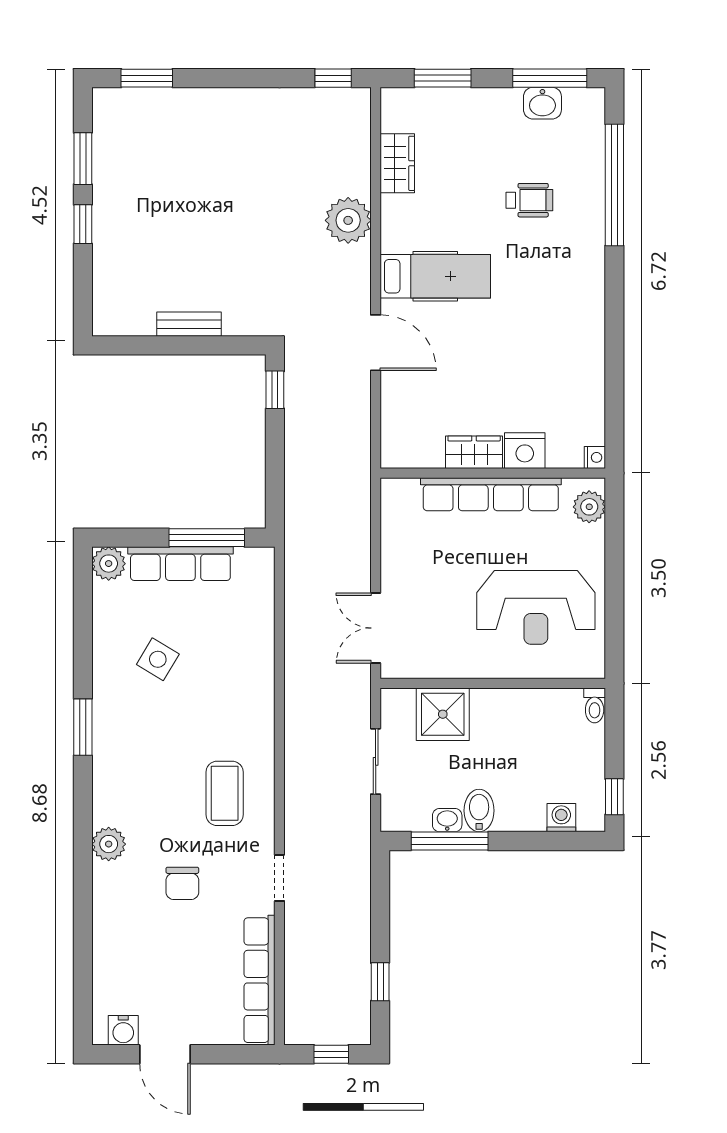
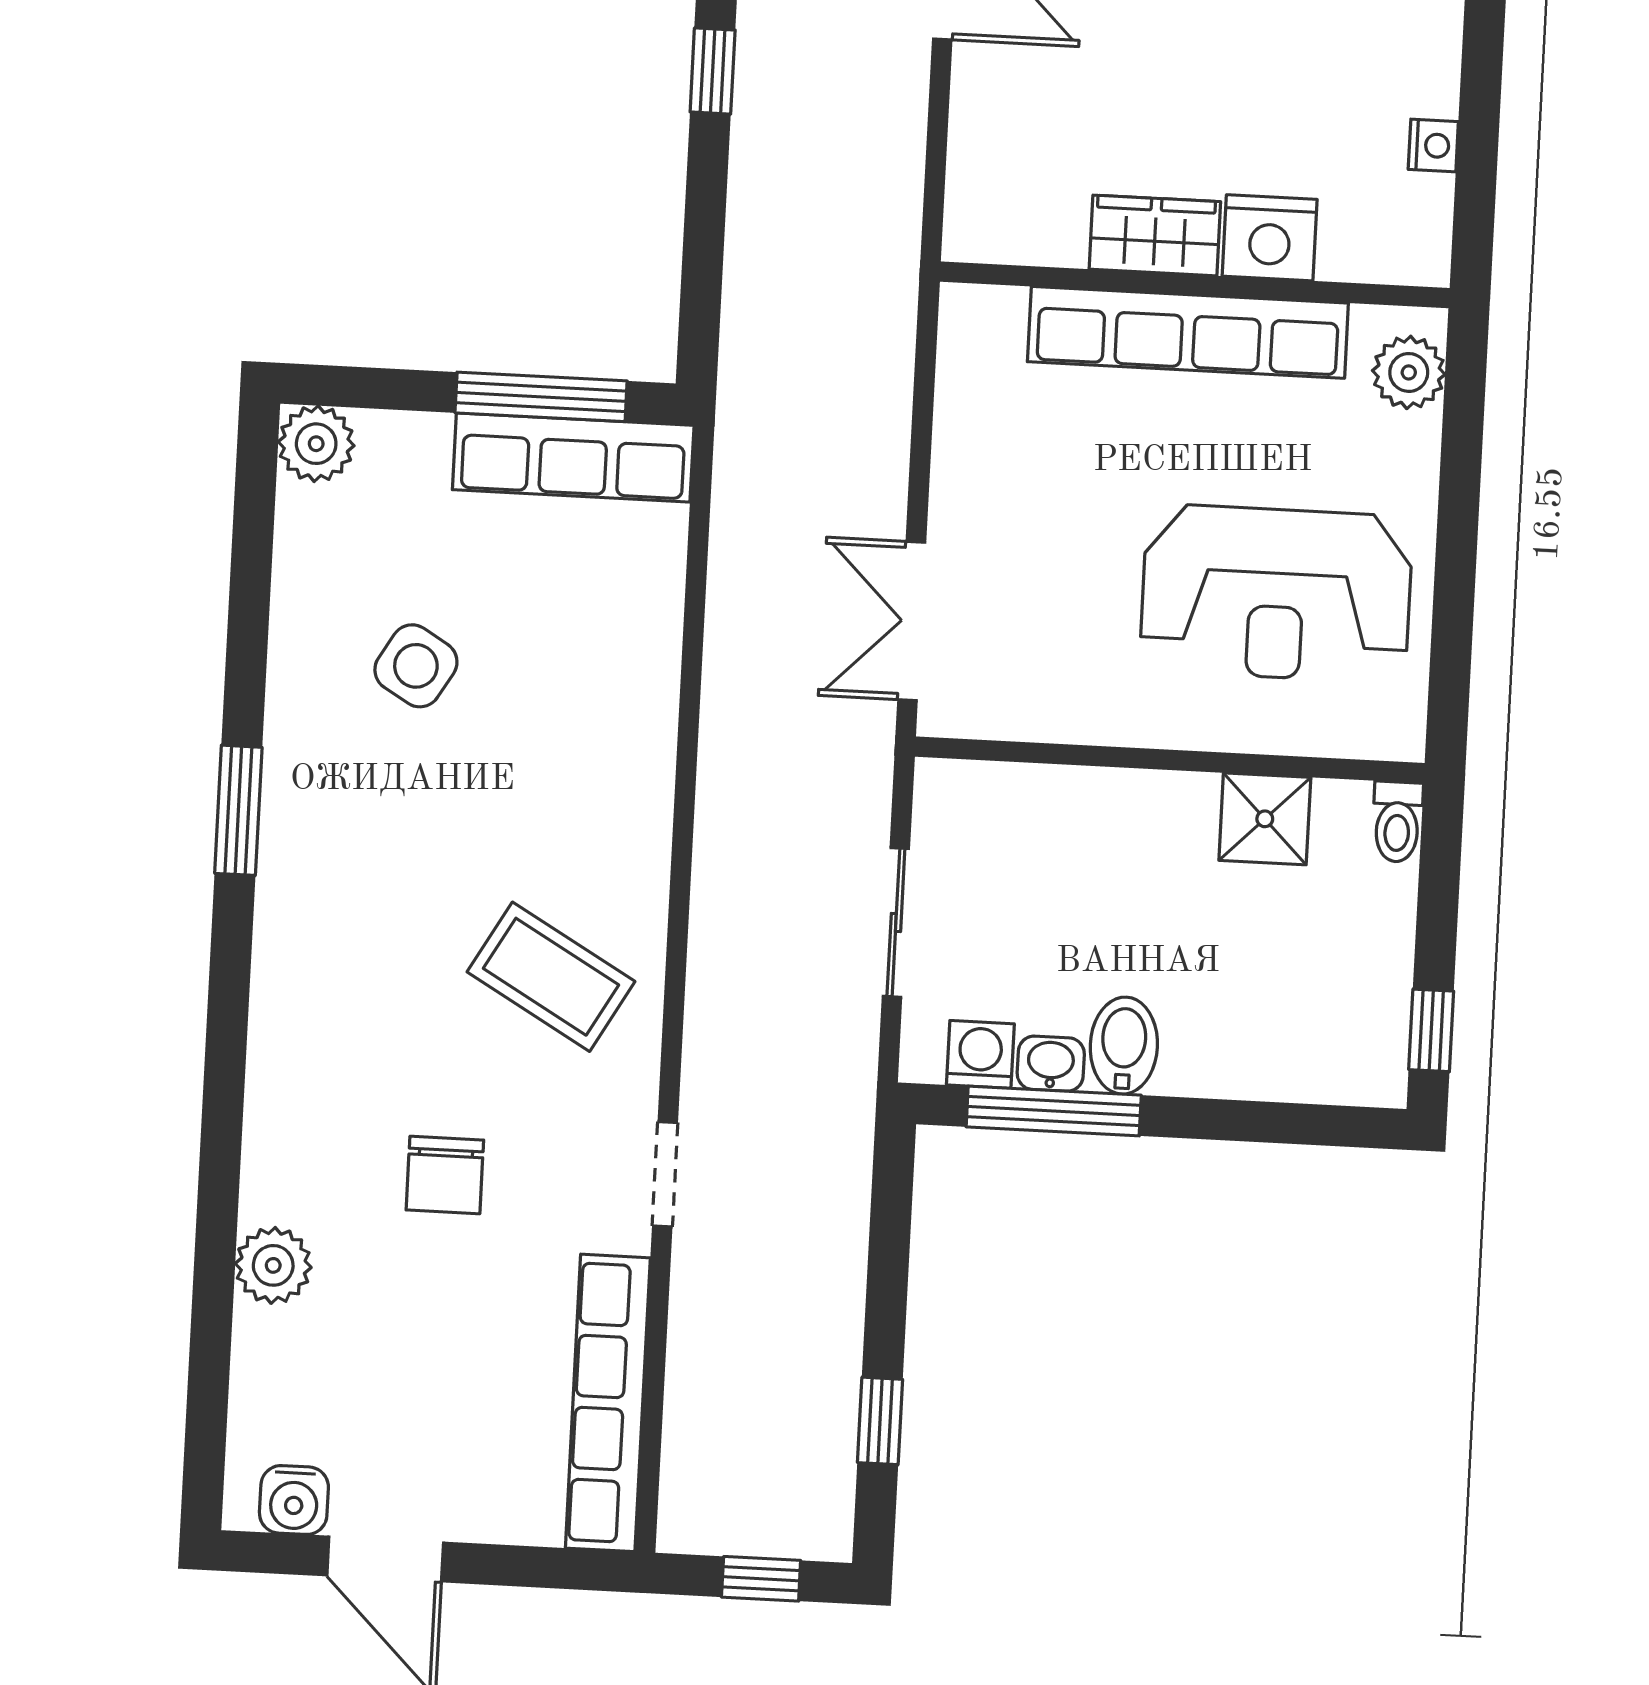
nightstand: (595, 457) -> (1433, 145), moved
row of seats: (180, 564) -> (573, 458), moved
shower: (443, 714) -> (1265, 819), moved, width x0.73, depth x0.73
coffee table: (225, 793) -> (551, 977), turned -60
washing machine: (561, 818) -> (980, 1054), moved
plant: (109, 844) -> (273, 1265), moved

